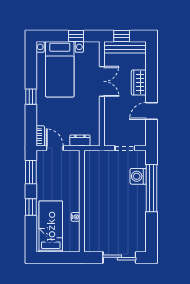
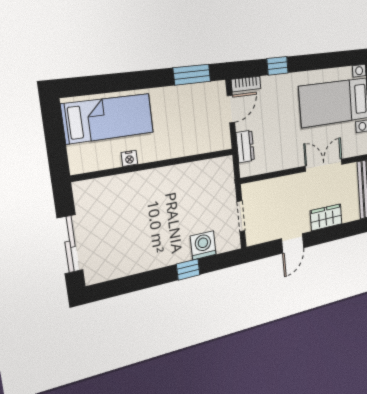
double door: (102, 81) -> (324, 165), swing flipped
window: (31, 97) -> (278, 66), moved
door: (151, 111) -> (293, 243), swing flipped
window: (151, 188) -> (188, 269), width x0.32
window: (31, 207) -> (137, 80), removed

